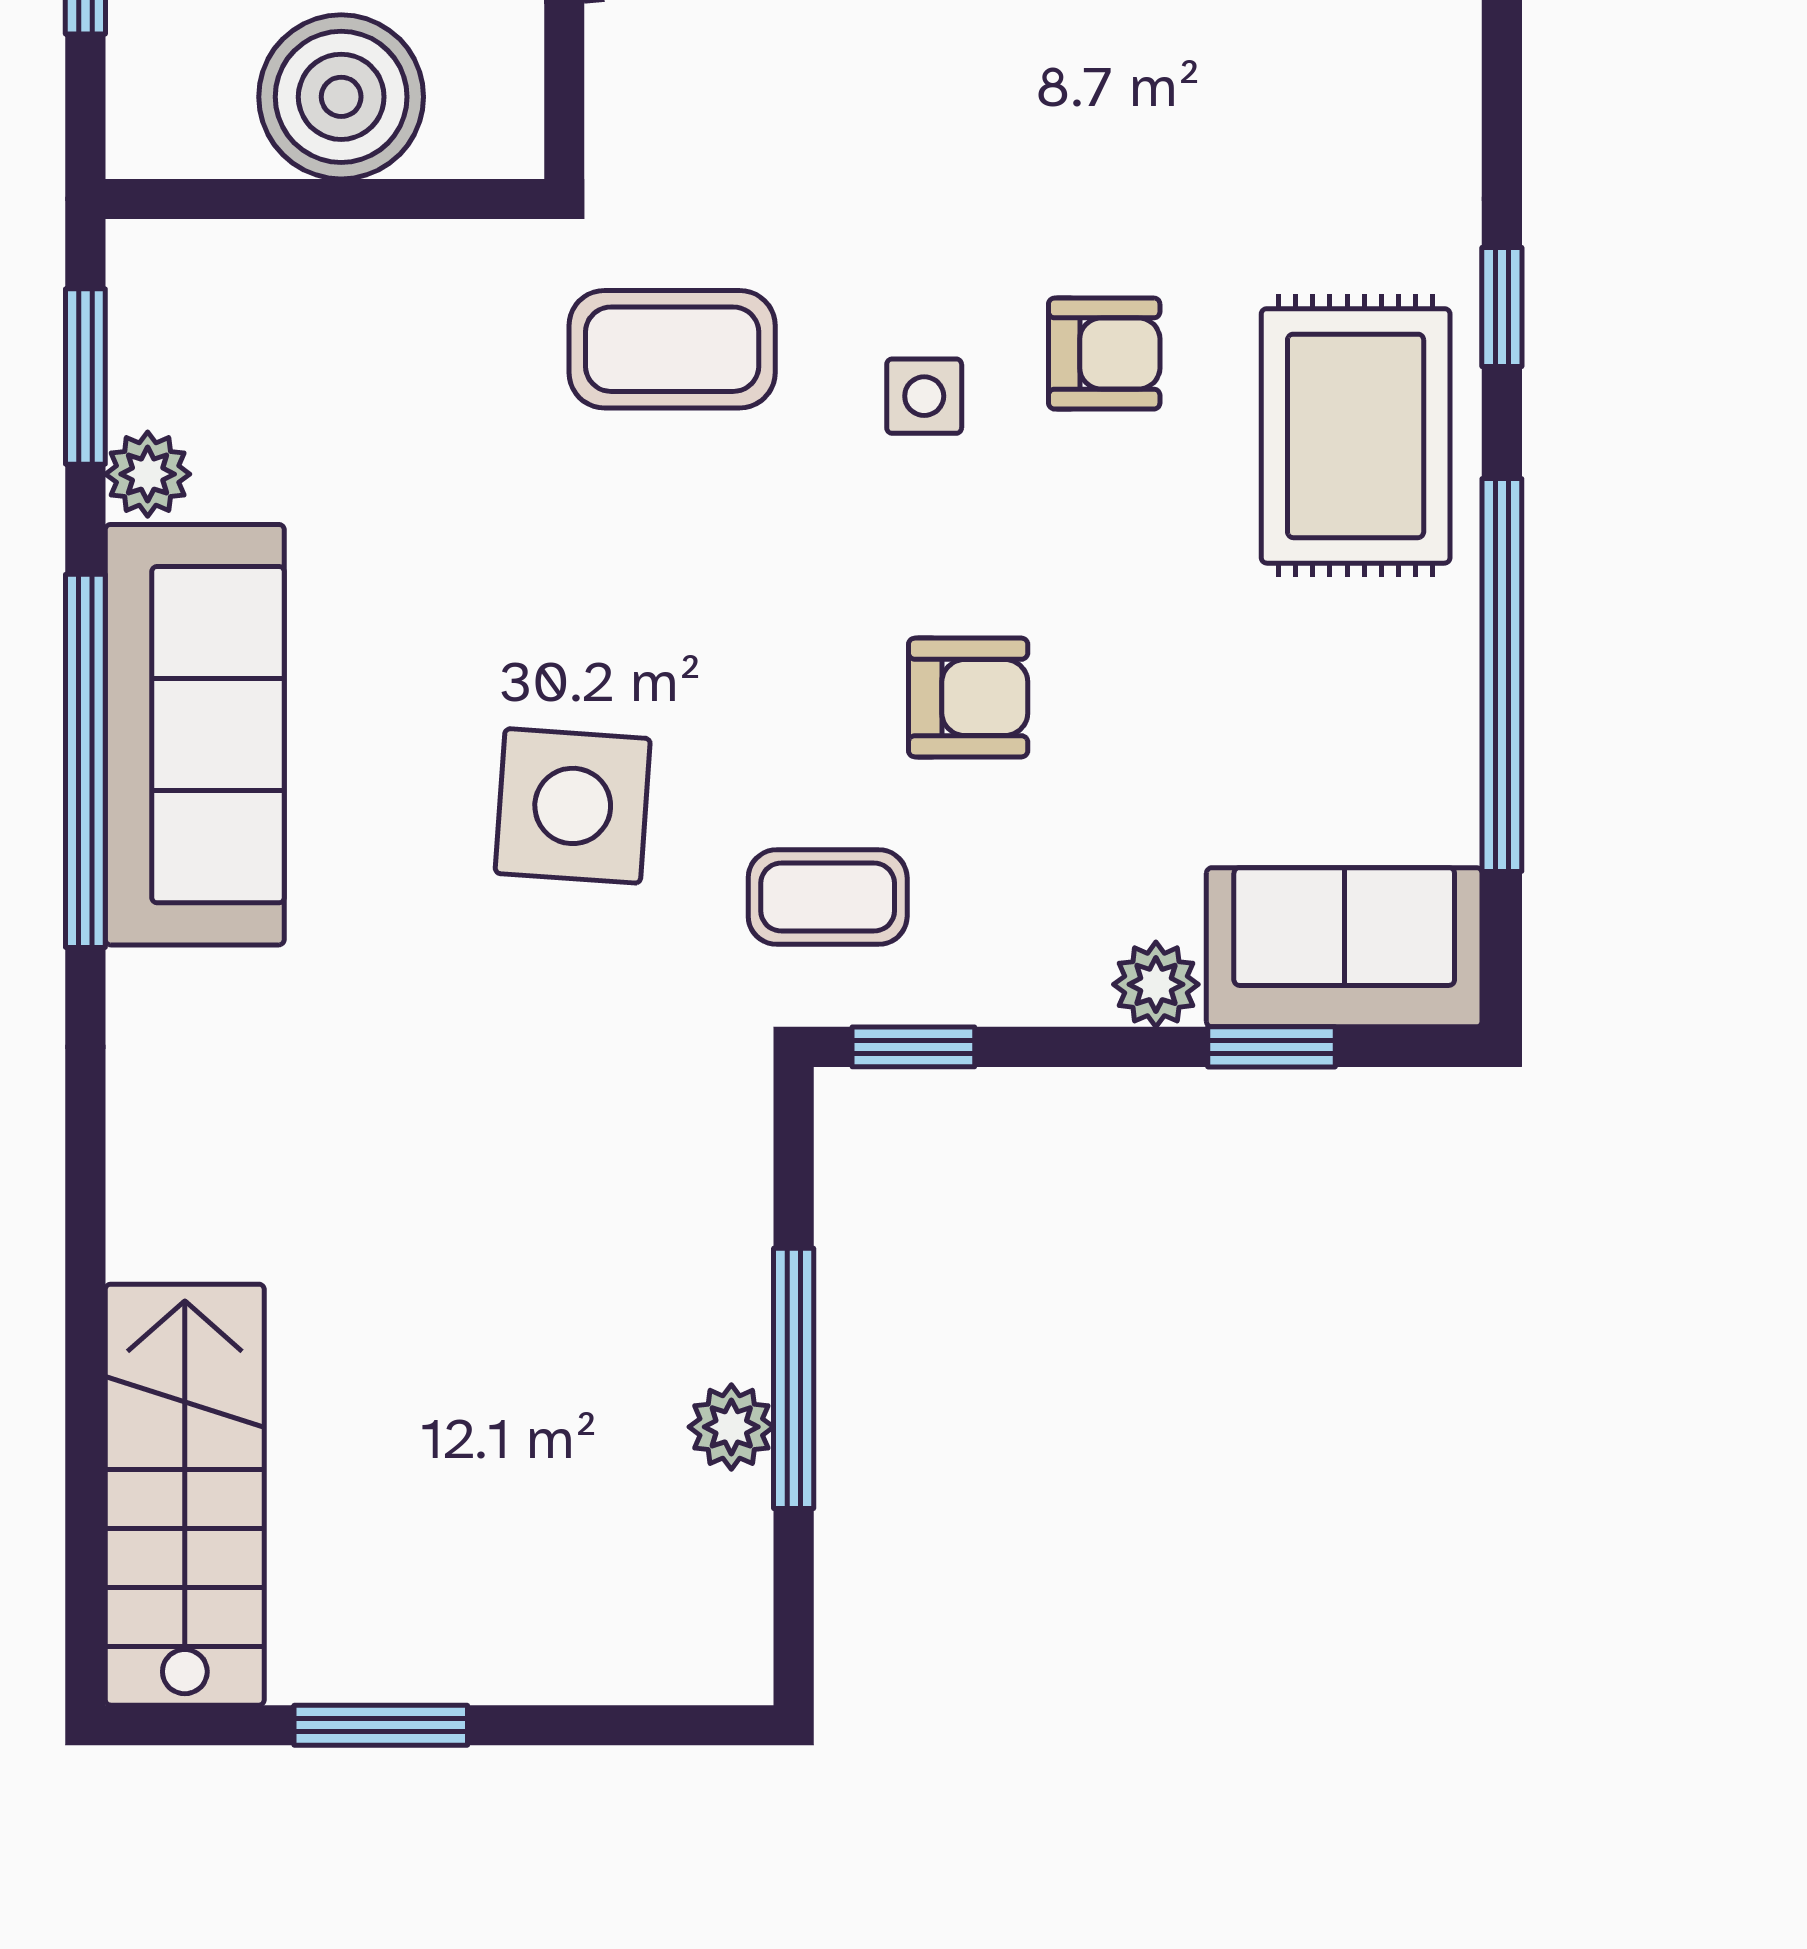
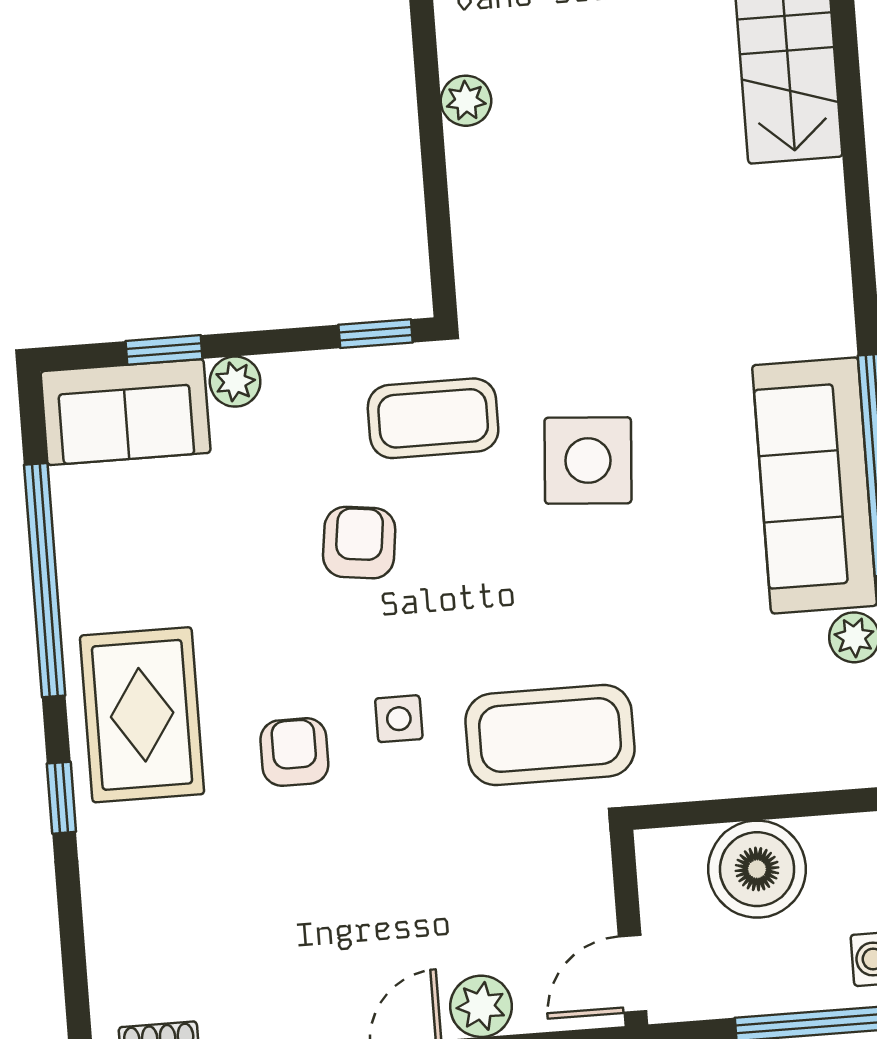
coffee table: (672, 349) -> (550, 735), width x1.36, depth x1.32
armchair: (1104, 354) -> (294, 752), turned 90
armchair: (968, 697) -> (359, 543), turned 97
coffee table: (828, 897) -> (433, 418), width x1.36, depth x1.30
window: (794, 1378) -> (431, 132), removed

